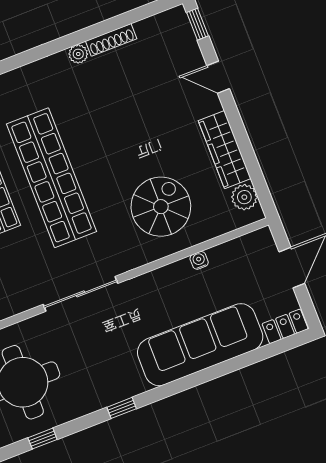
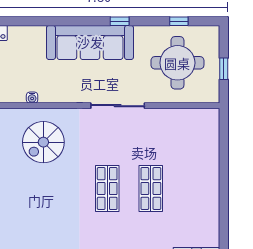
shop shelf: (52, 178) -> (107, 189), width x0.50, depth x0.74
sofa: (200, 345) -> (90, 42), moved

